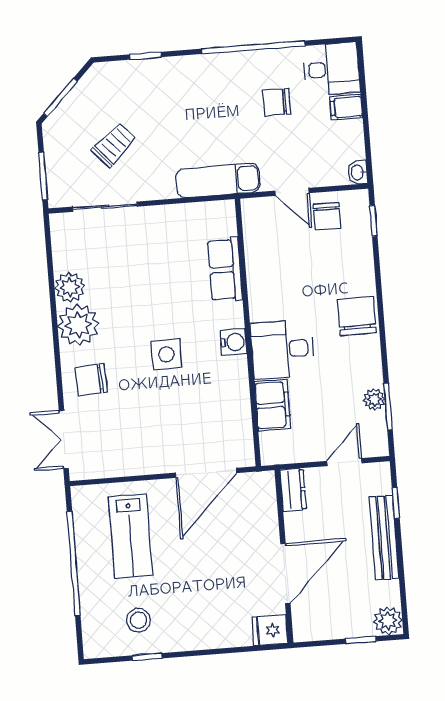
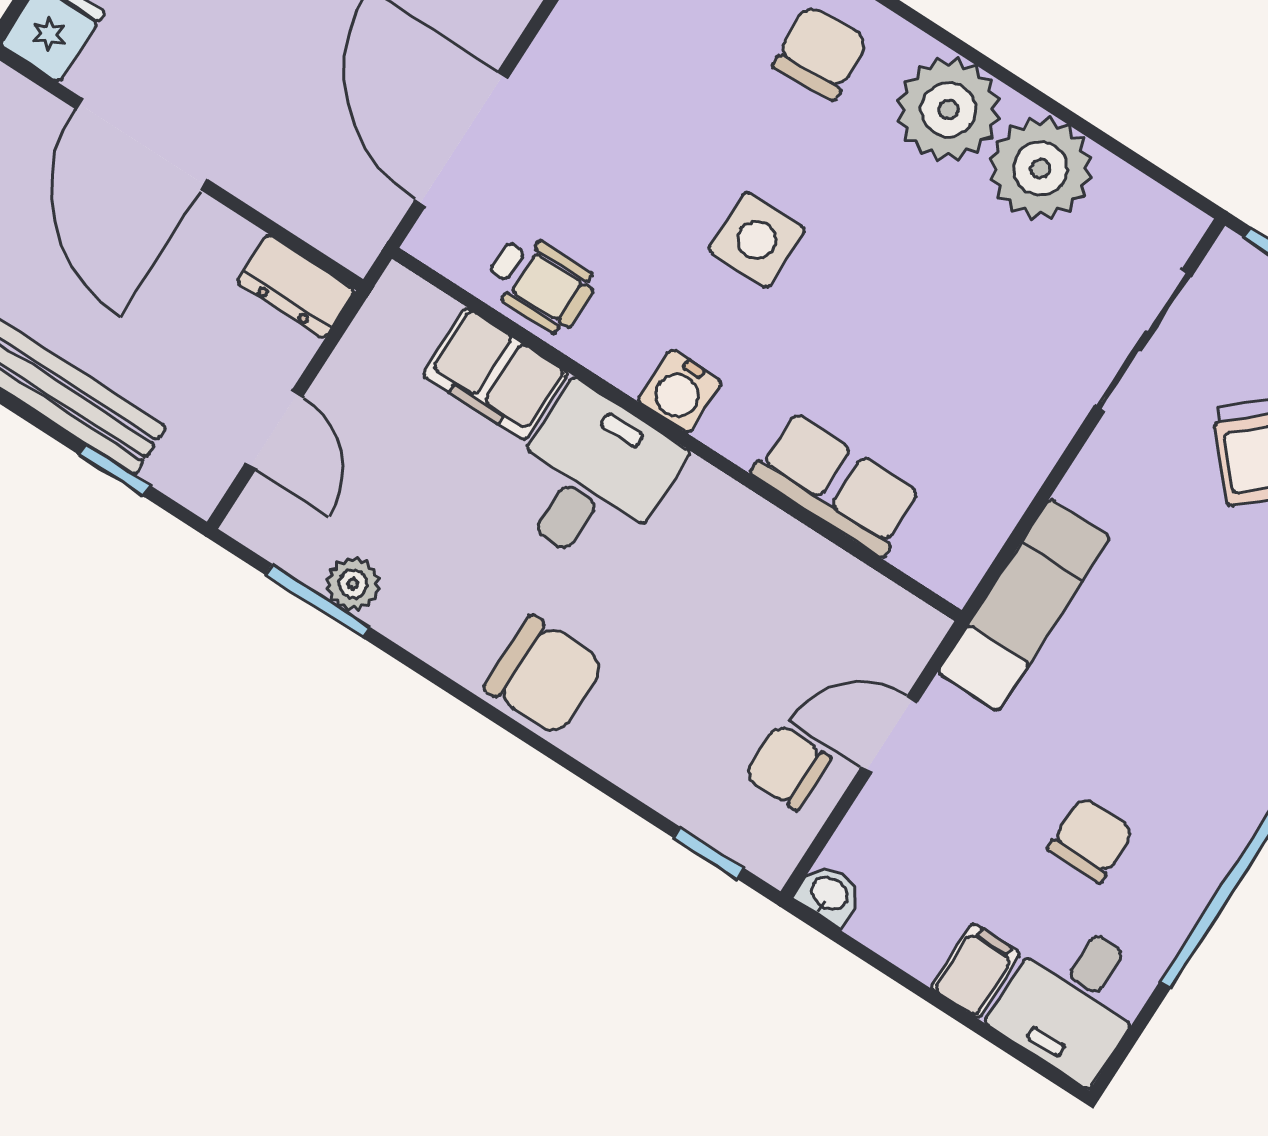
plant: (70, 287) -> (1040, 168), width x1.36, depth x1.36
wheelchair: (233, 413) -> (540, 283), added

